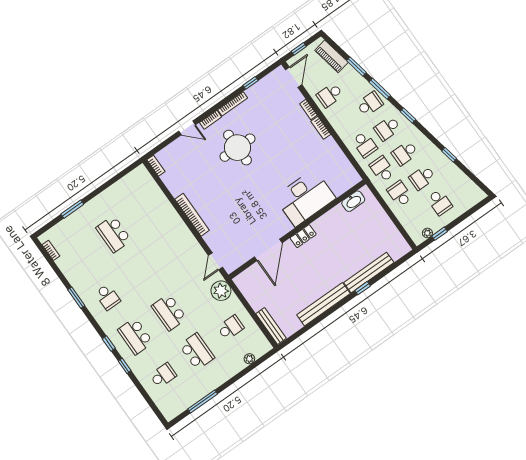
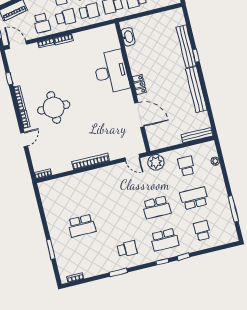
school desk: (347, 120) -> (65, 17), added

